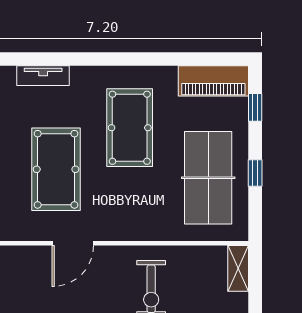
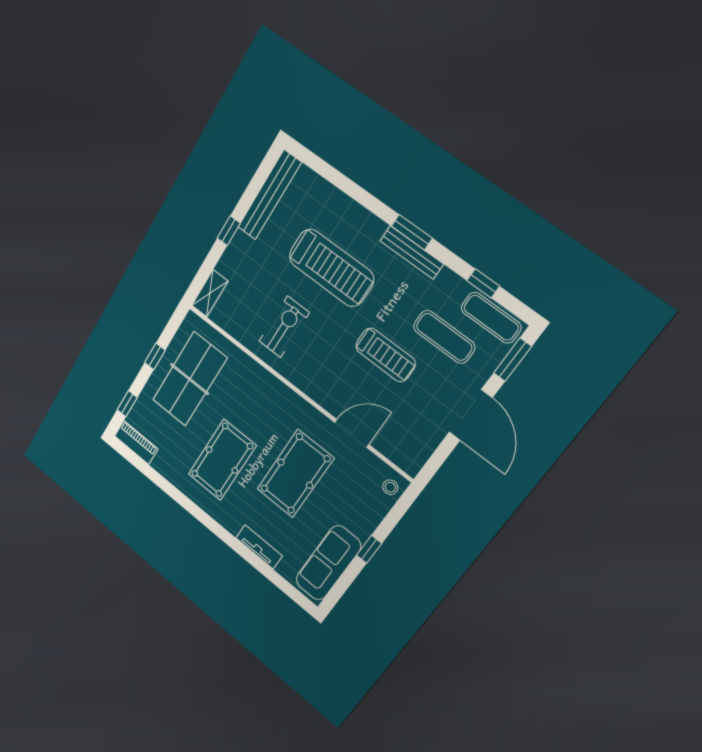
piano: (213, 81) -> (136, 442), width x0.73, depth x0.75
door: (73, 243) -> (352, 433), moved

